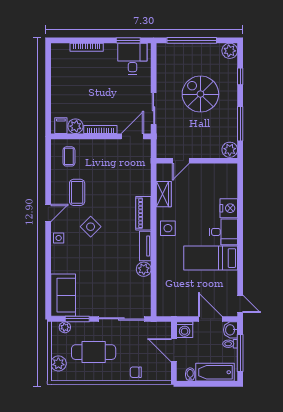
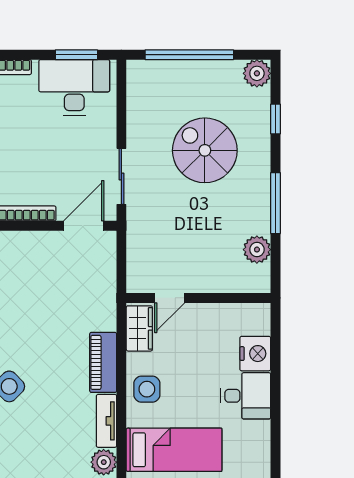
desk: (132, 59) -> (74, 87), width x1.37
door: (181, 161) -> (170, 298), moved
wall: (197, 161) -> (198, 298), moved
bed: (211, 258) -> (174, 450), moved, turned 180

